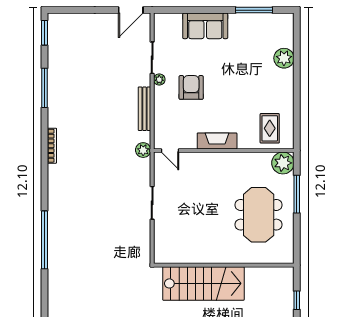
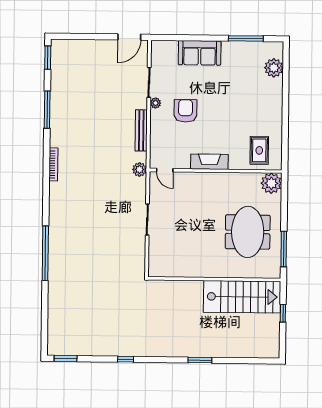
plant: (284, 58) -> (274, 68), moved
window: (297, 194) -> (284, 249), moved
stairs: (203, 283) -> (242, 297), moved

